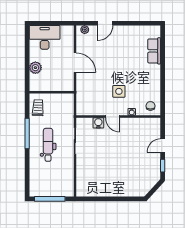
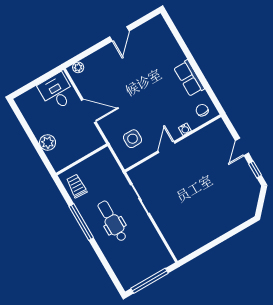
door: (105, 23) -> (119, 34), moved
desk: (45, 37) -> (57, 92), moved, width x0.73
row of seats: (154, 51) -> (189, 78), moved
side table: (119, 91) -> (132, 139), moved
door: (113, 117) -> (166, 147), swing flipped
water cooler: (98, 123) -> (155, 164), removed

